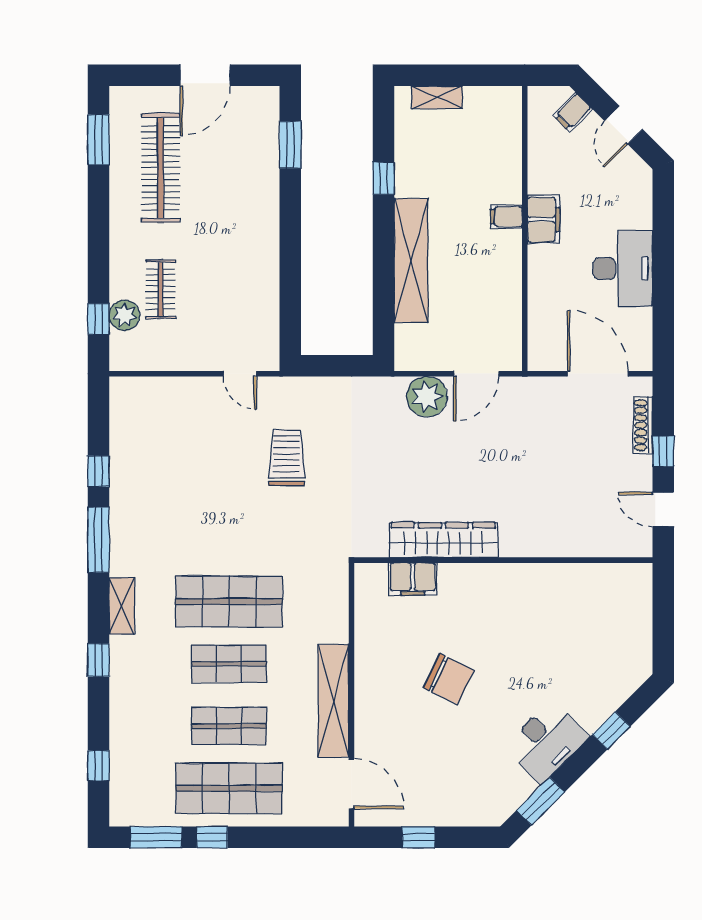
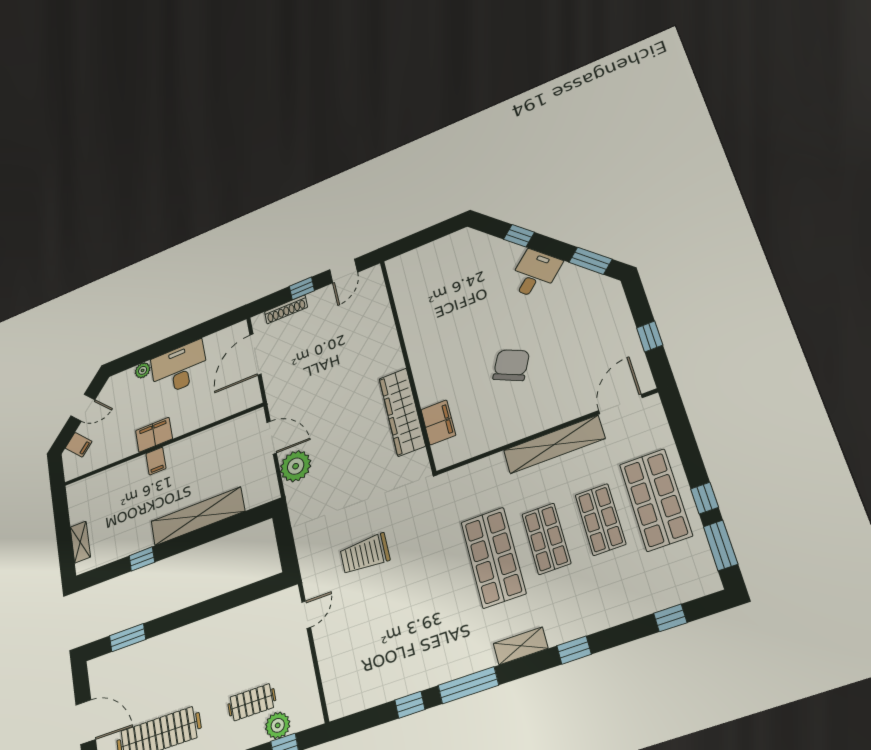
plant: (641, 217) -> (143, 370), added
desk: (546, 742) -> (535, 274), width x0.73

